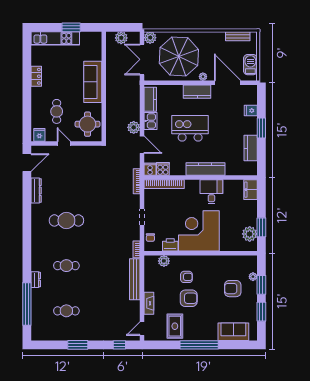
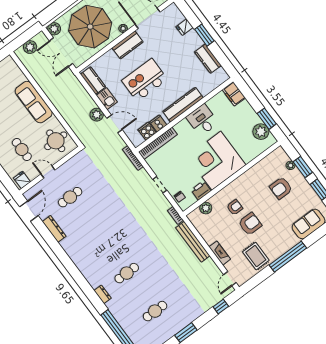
cooker: (150, 169) -> (158, 124), moved
cafe table: (66, 220) -> (70, 197), moved, width x0.73, depth x0.74
dresser: (36, 280) -> (103, 294), moved

